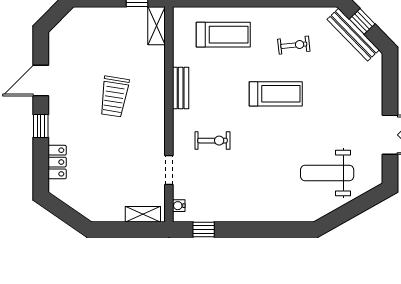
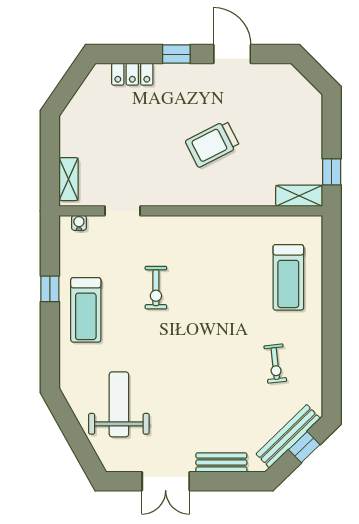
bench: (181, 88) -> (221, 463), moved
treadmill: (276, 94) -> (86, 310), moved
trolley: (114, 97) -> (212, 144), turned -36
exercise bike: (213, 141) -> (156, 288), moved
window: (204, 229) -> (50, 289), moved

